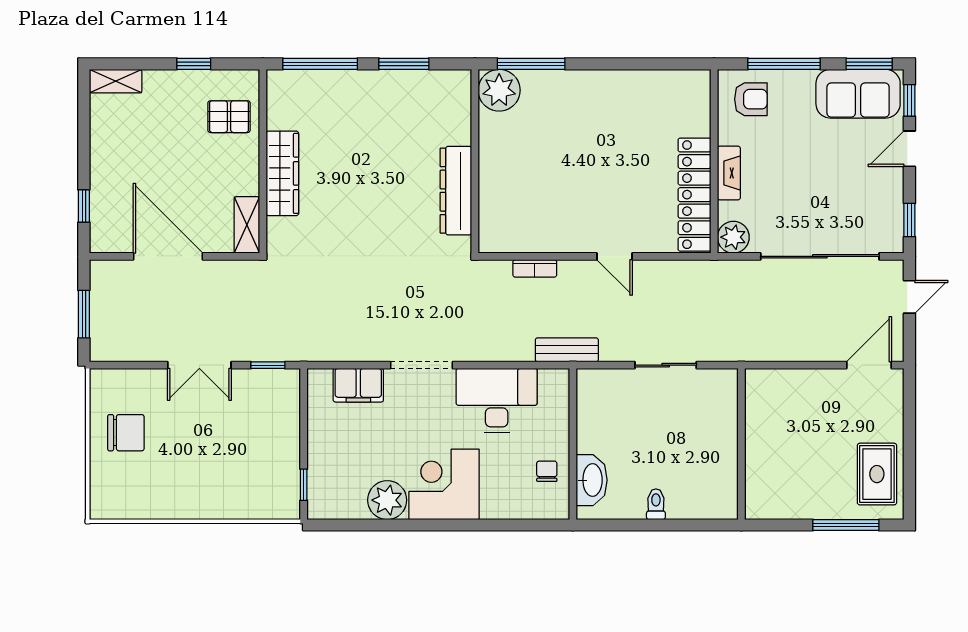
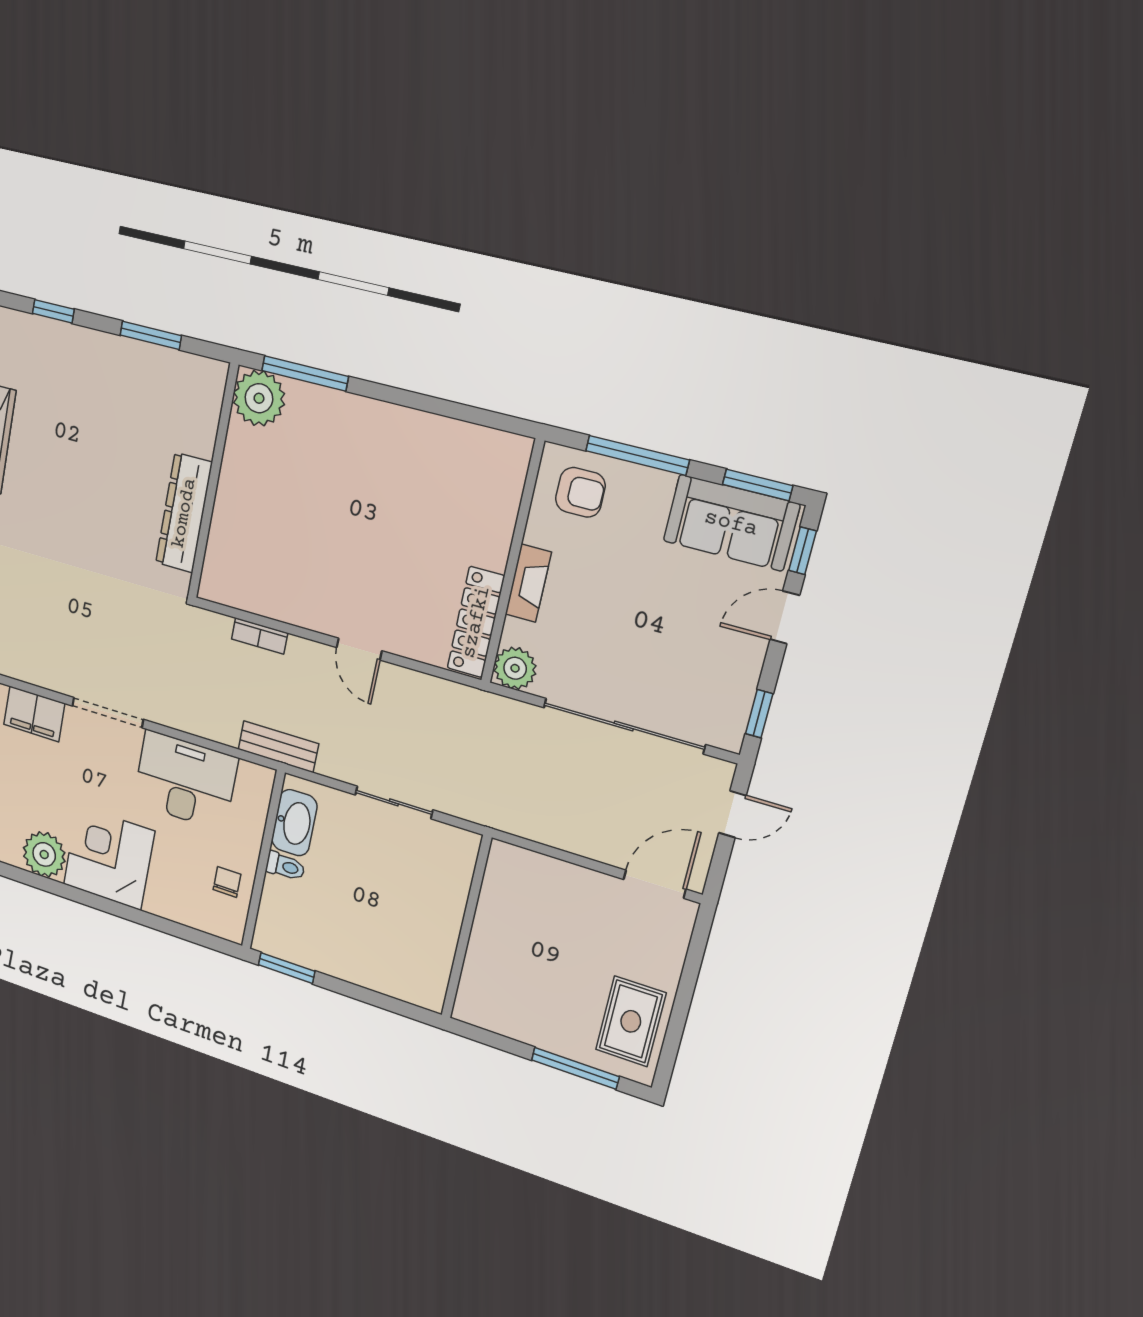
window: (320, 64) -> (53, 311), width x0.46
locker: (695, 195) -> (476, 622), width x0.71, depth x0.83
washbasin: (592, 480) -> (294, 823), moved
toilet: (656, 504) -> (285, 866), moved, turned 90
window: (609, 525) -> (287, 968), added

